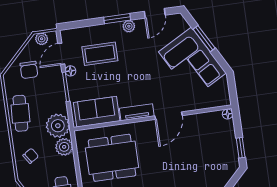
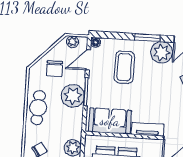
plant: (129, 26) -> (162, 52), width x1.88, depth x1.88
coffee table: (100, 54) -> (124, 67), turned 90
floor lamp: (71, 71) -> (96, 42), moved
plant: (58, 126) -> (73, 96), moved

